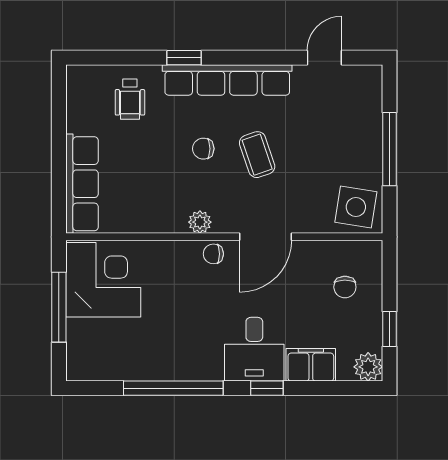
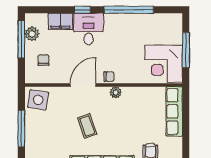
chair: (203, 149) -> (114, 129), removed
window: (390, 329) -> (21, 39), width x2.17
plant: (368, 367) -> (32, 34), moved

